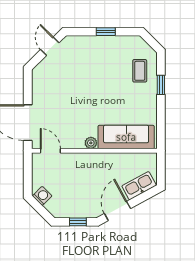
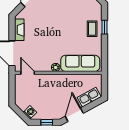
coffee table: (140, 71) -> (92, 29), moved
fireplace: (38, 89) -> (19, 30), added
washing machine: (42, 196) -> (30, 112), moved

